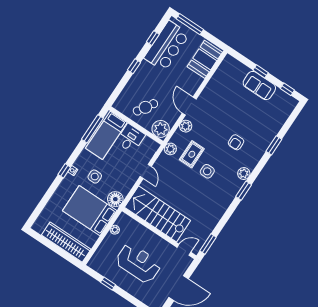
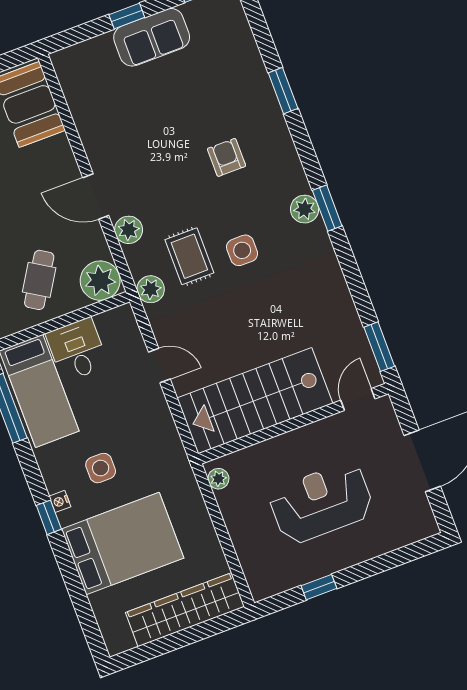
armchair: (236, 142) -> (227, 157), turned 180
plant: (244, 174) -> (305, 209), moved
floor lamp: (115, 199) -> (171, 460), removed
bed: (90, 211) -> (123, 543), moved, turned 180
plant: (115, 230) -> (218, 479), moved

